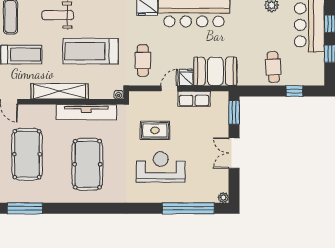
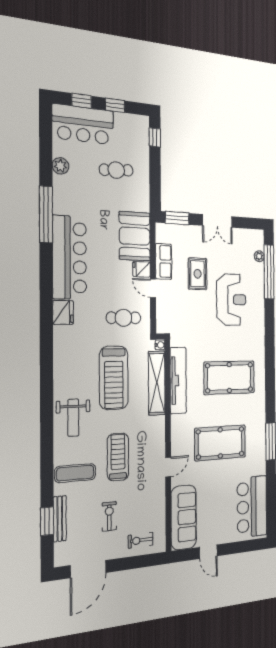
cafe table: (273, 67) -> (116, 170), moved
shelving: (60, 91) -> (157, 383), moved
window: (294, 91) -> (155, 137), moved
rug: (155, 130) -> (197, 274), moved
reception desk: (161, 167) -> (231, 300), turned 180
plant: (223, 198) -> (259, 256), moved

